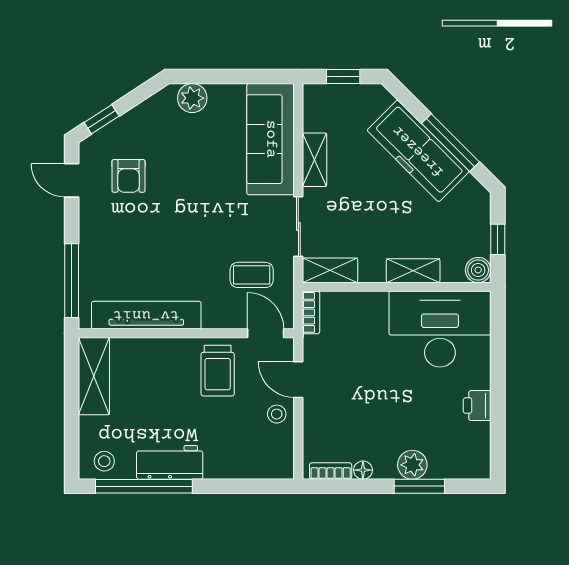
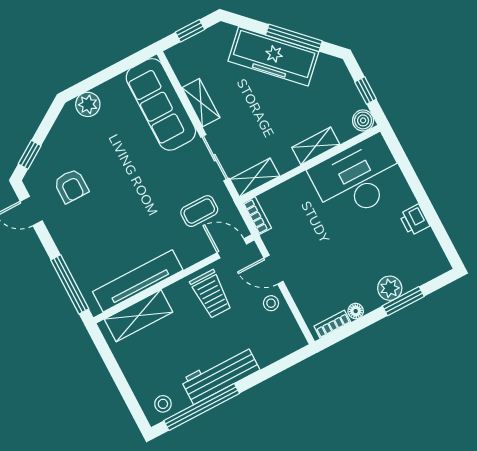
shelving: (94, 376) -> (139, 316), moved, turned 90
workbench: (170, 462) -> (220, 375), width x1.37

